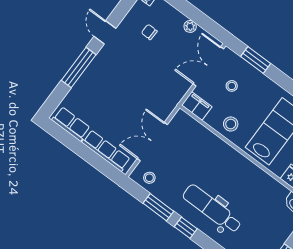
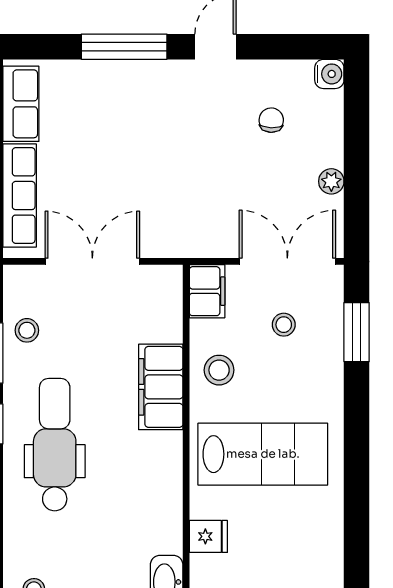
filing cabinet: (220, 151) -> (161, 387), added
stool: (149, 178) -> (27, 330), moved

